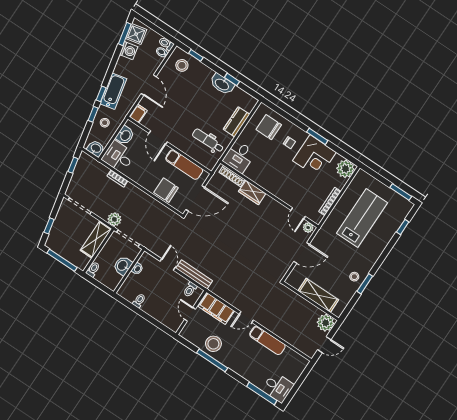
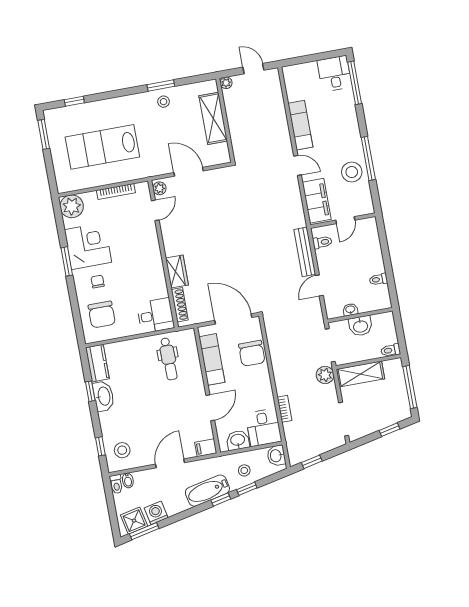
kitchen counter: (237, 122) -> (97, 363), moved, turned -90
plant: (326, 323) -> (226, 83), width x0.53, depth x0.53

